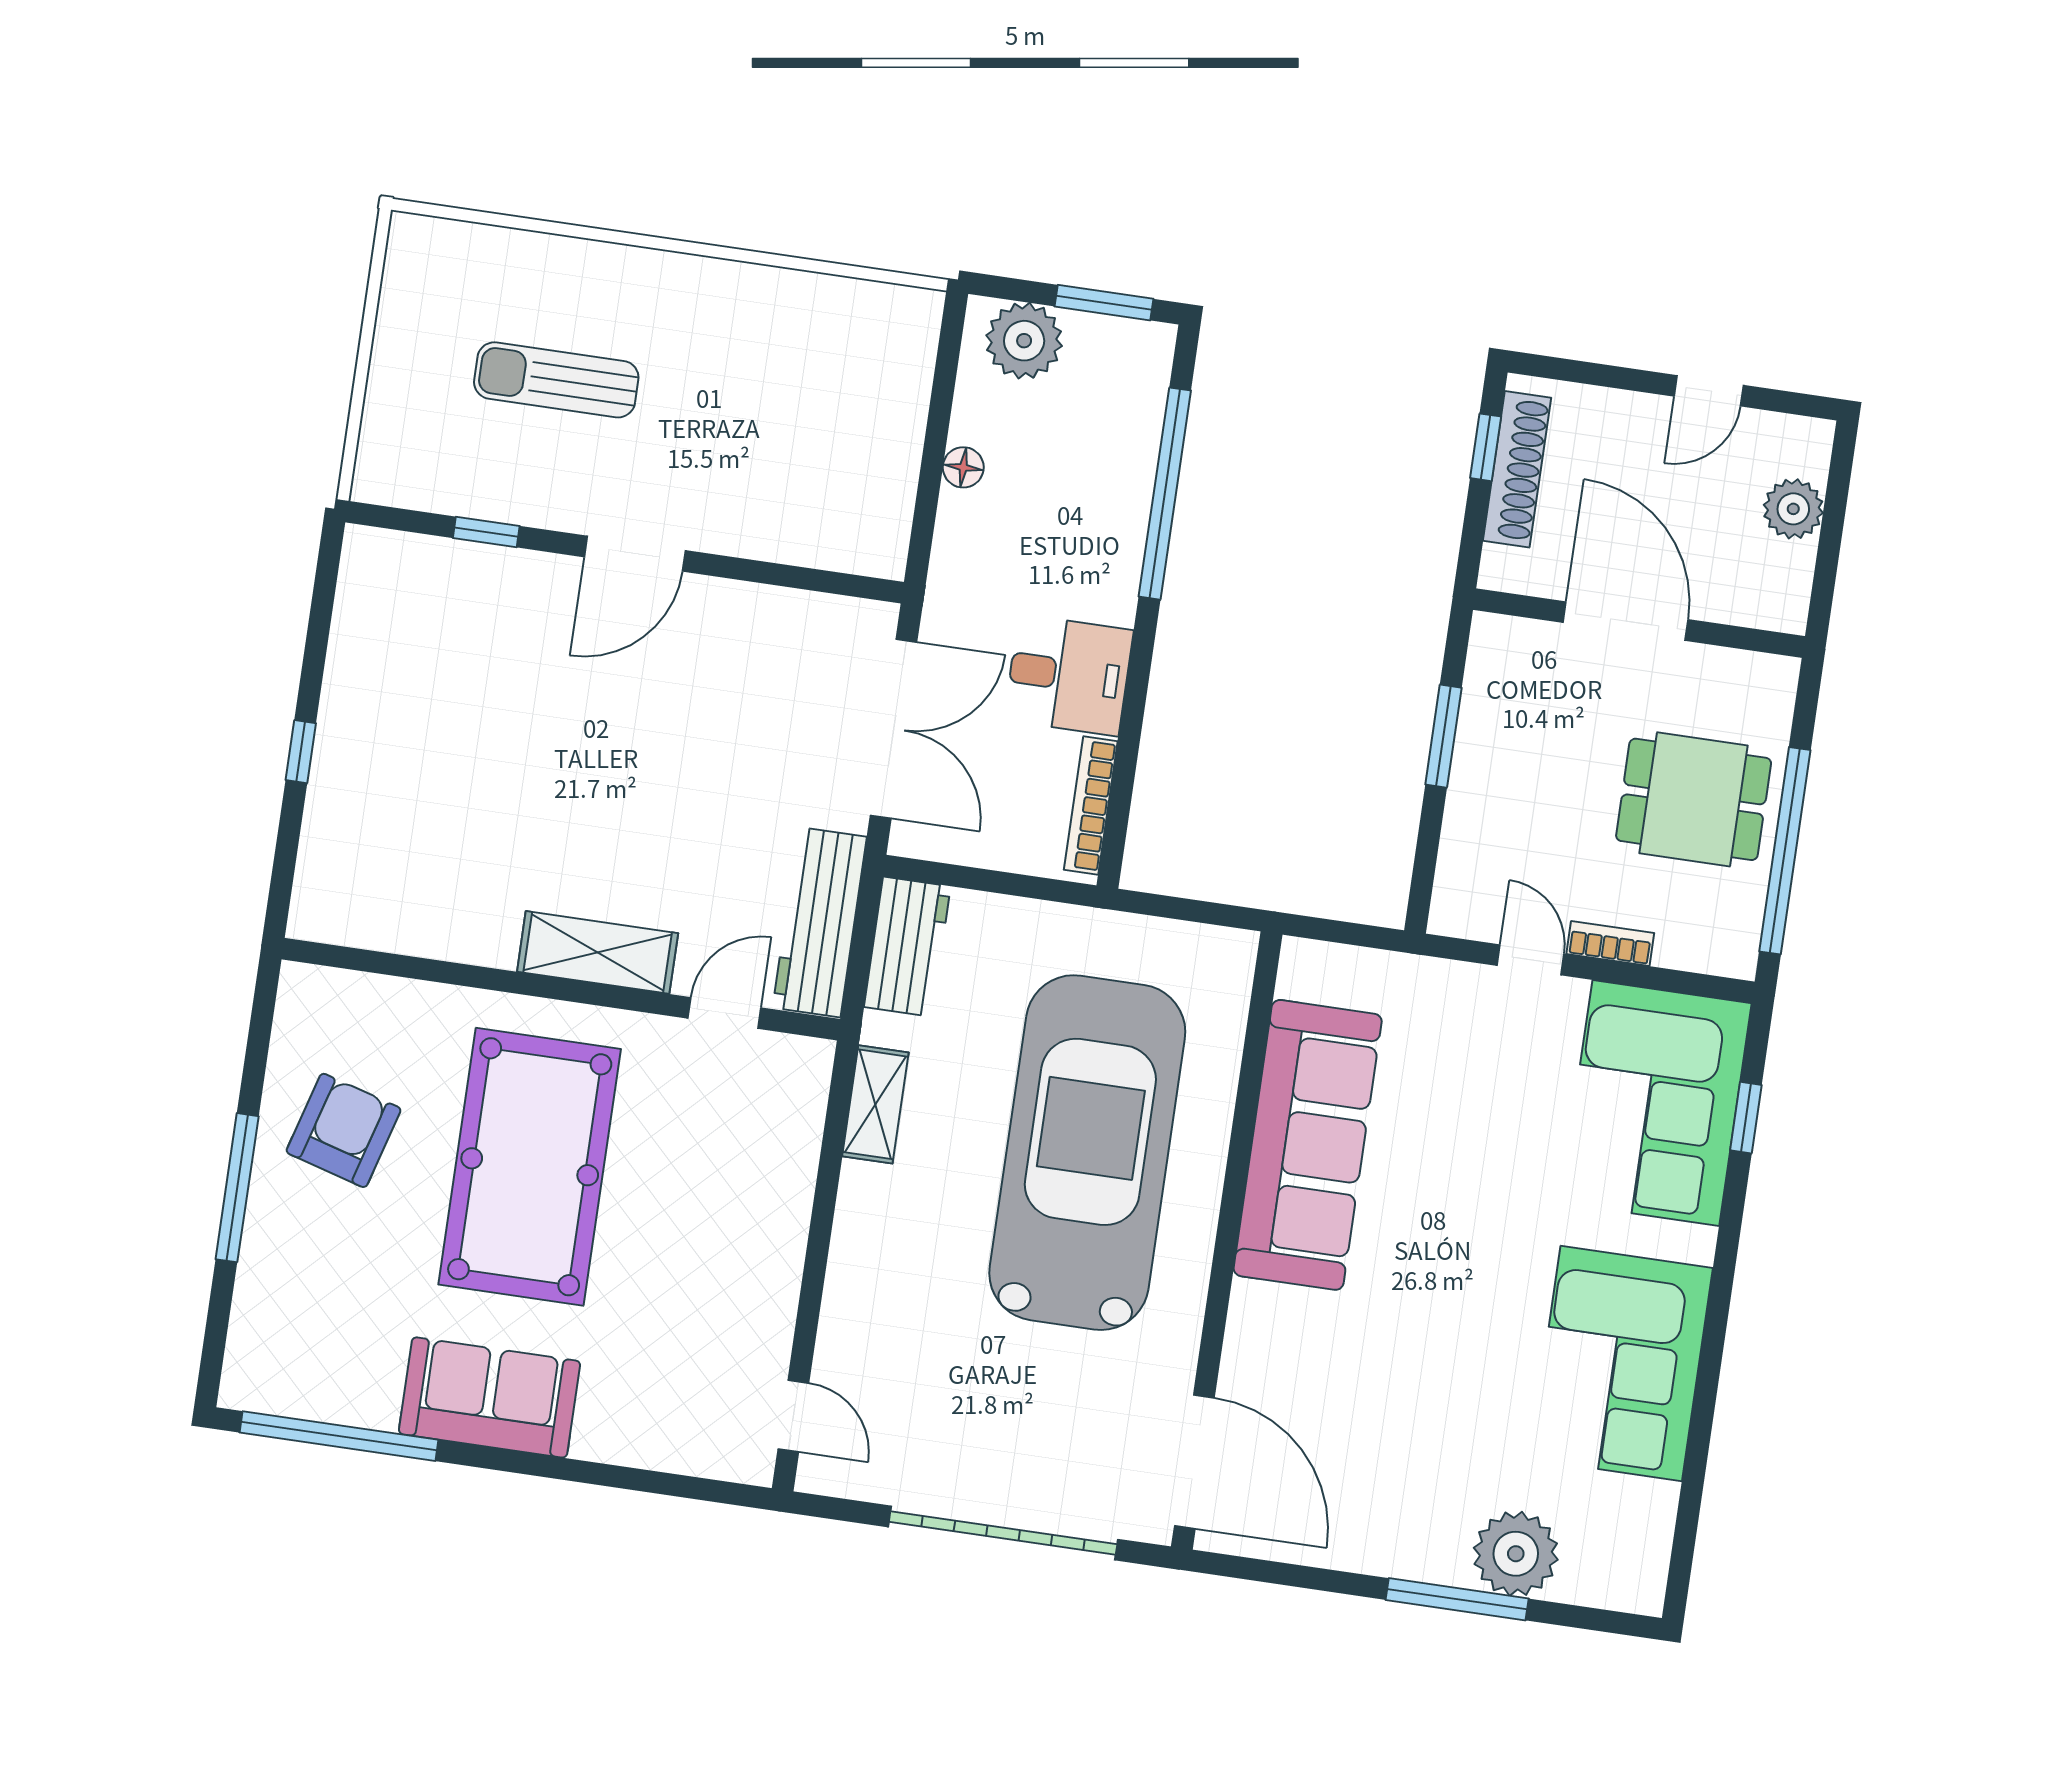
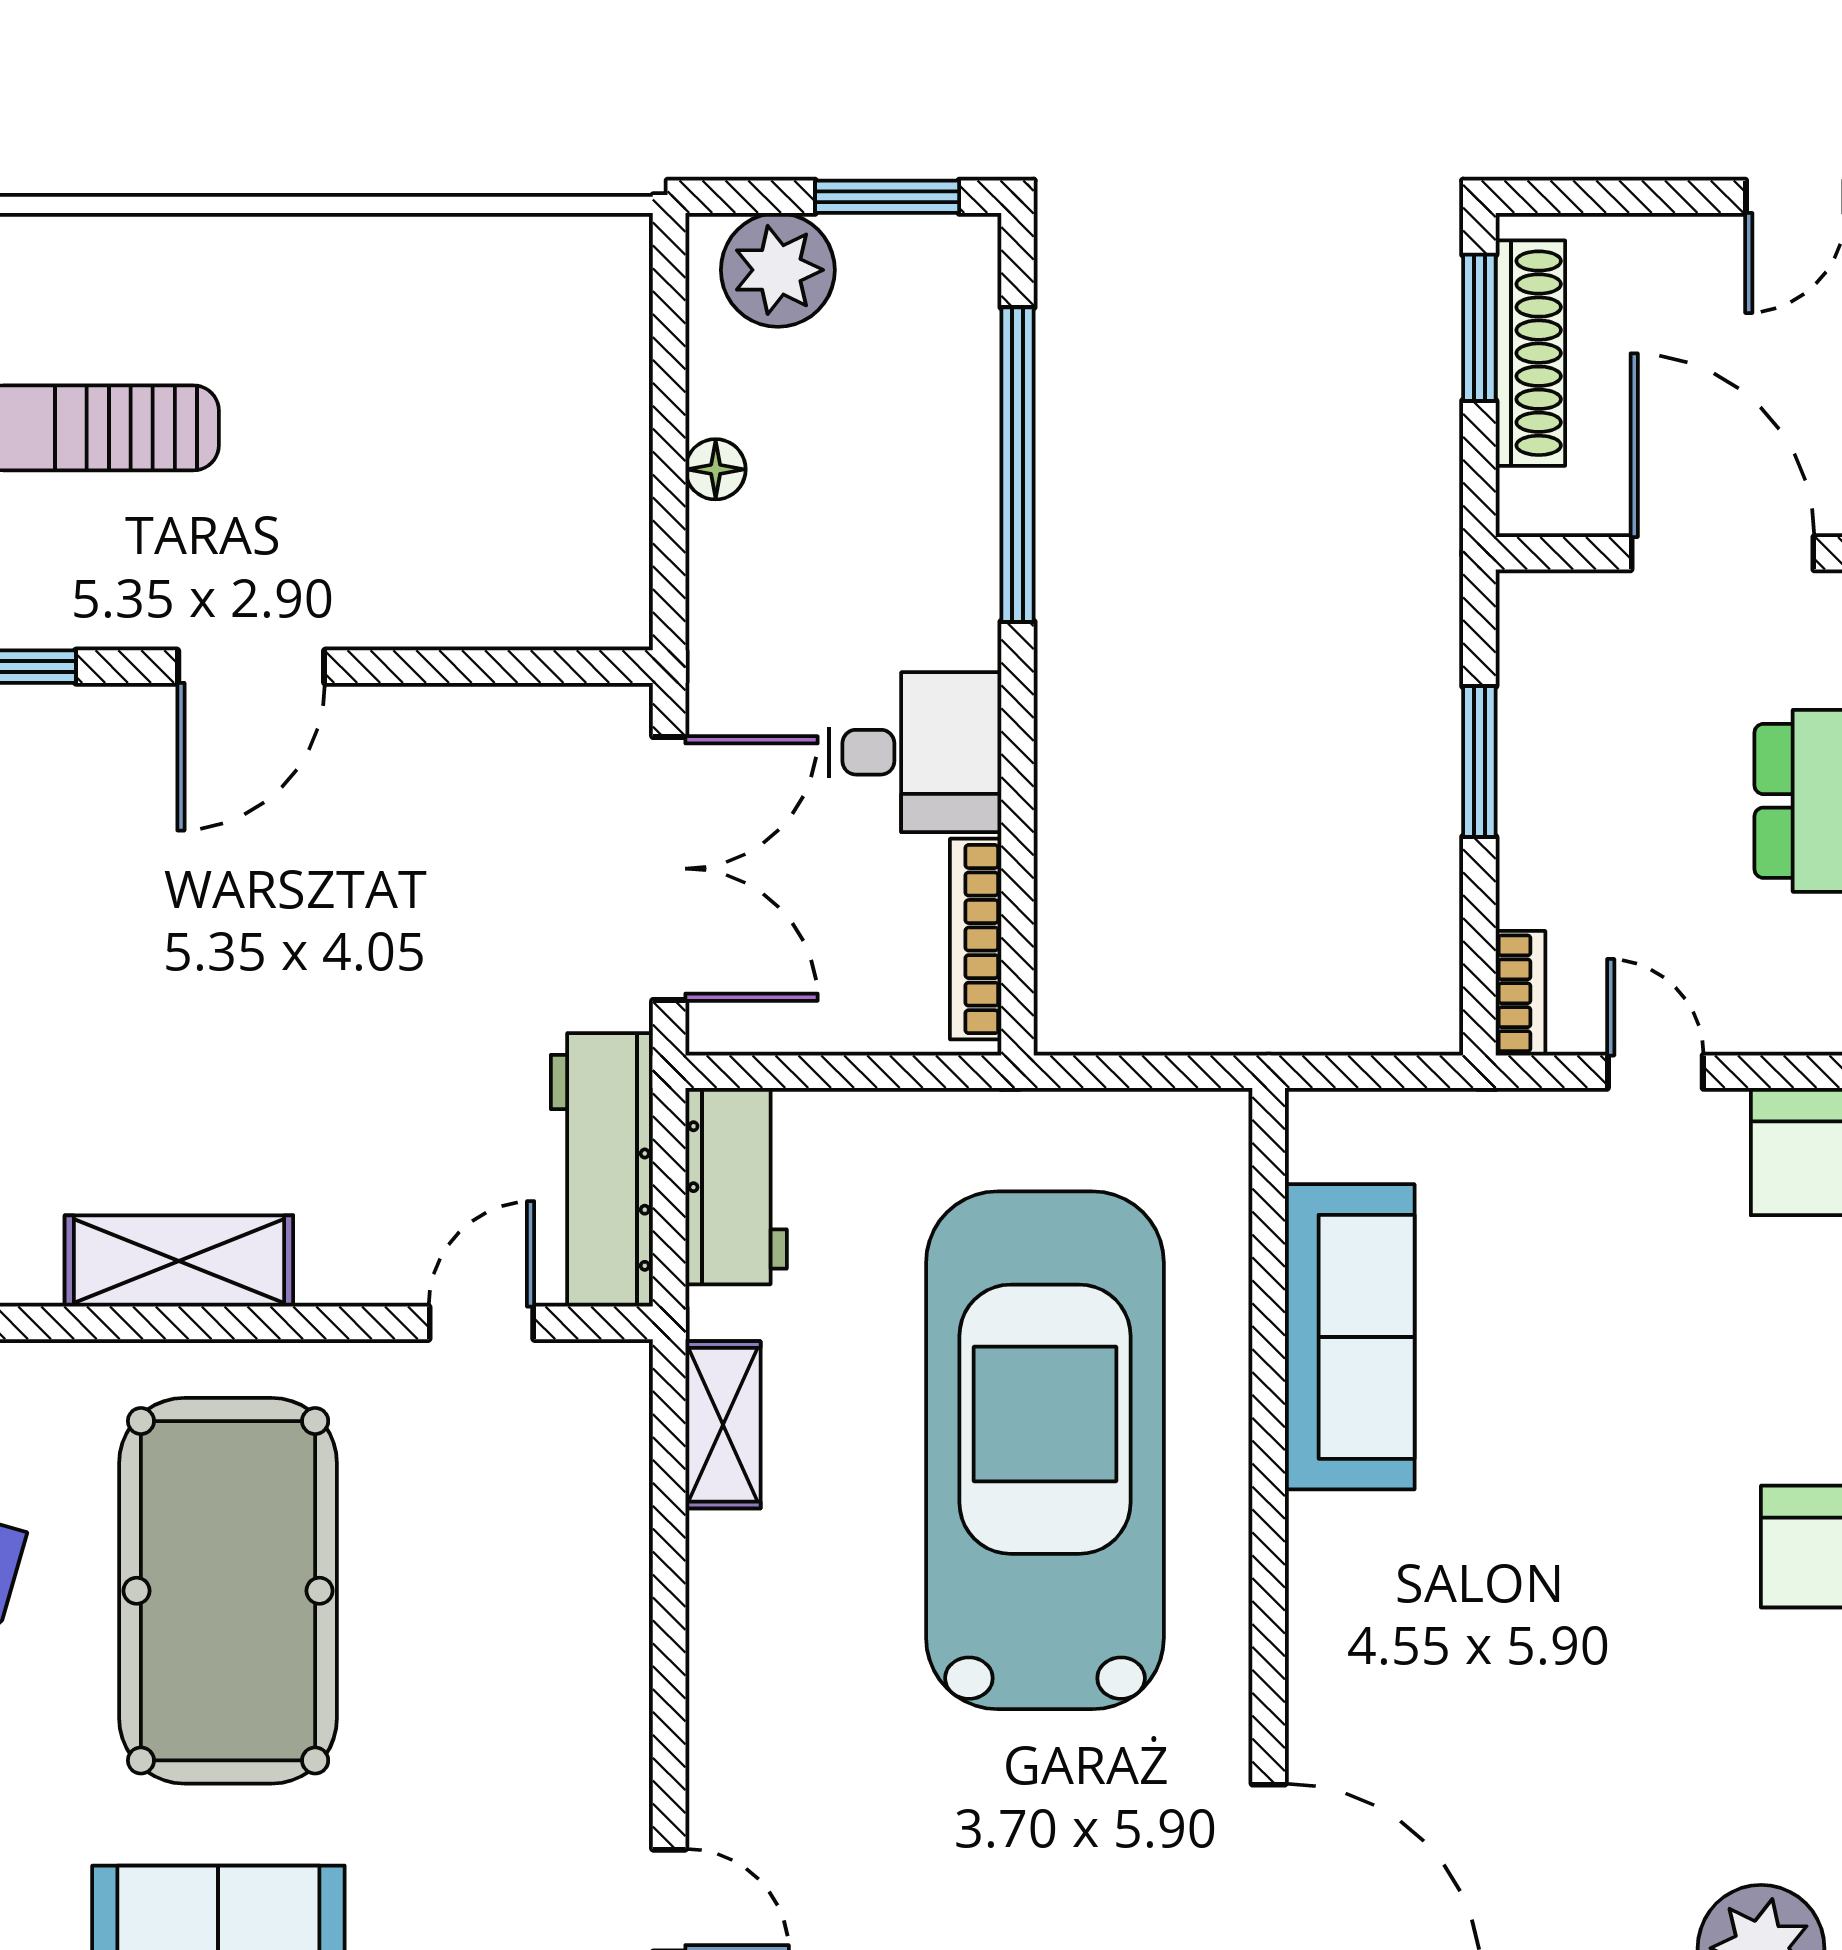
window: (1486, 447) -> (1479, 328), width x1.50
bookcase: (1610, 944) -> (1520, 993), moved, turned 90
shelving: (598, 952) -> (179, 1261), moved
sofa: (1308, 1145) -> (1350, 1337), width x0.74, depth x0.79

